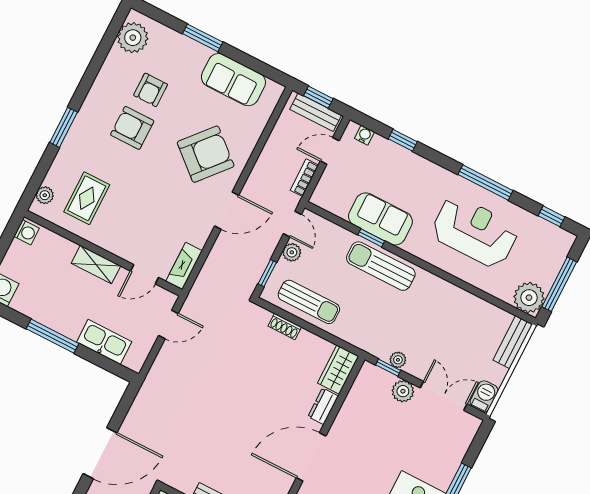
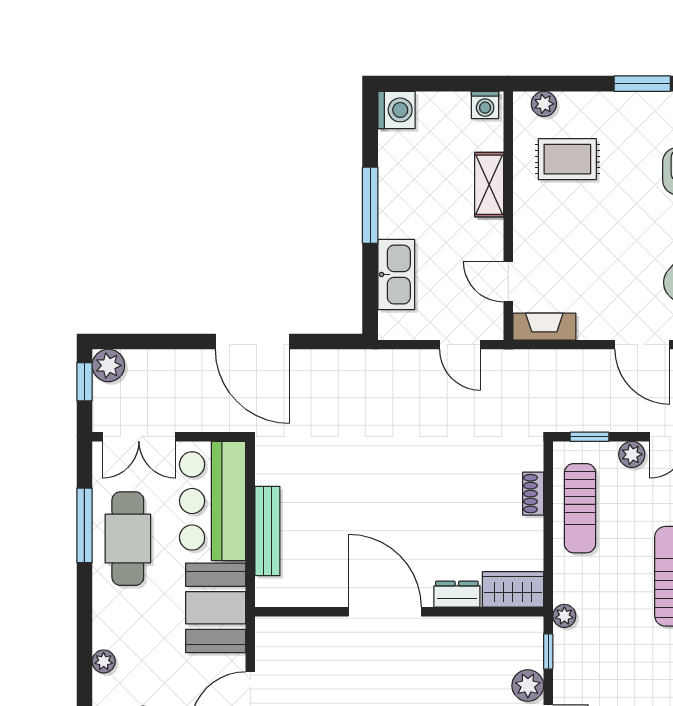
shelving: (96, 265) -> (489, 185), moved
plant: (398, 360) -> (564, 616), moved

